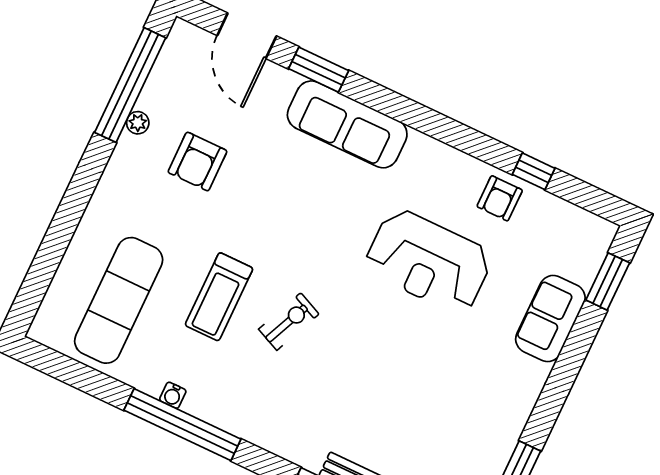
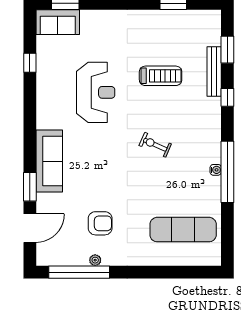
armchair: (500, 198) -> (50, 73), removed
treadmill: (219, 297) -> (161, 76), moved
sofa: (550, 319) -> (58, 22), moved
water cooler: (173, 395) -> (216, 170), moved

